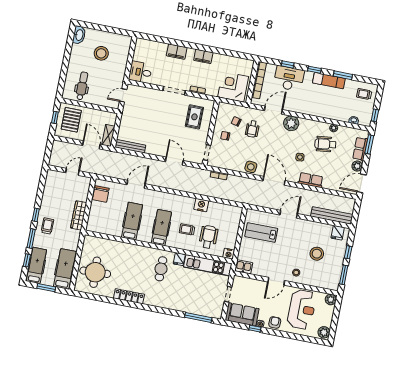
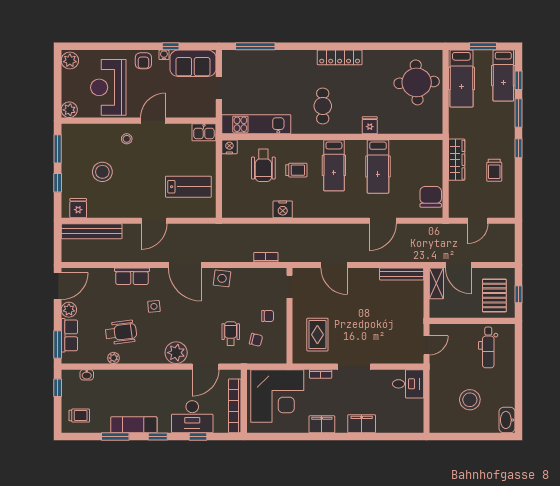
corner desk: (233, 87) -> (277, 396), width x1.36, depth x1.36
trolley: (47, 226) -> (494, 170), moved
fridge: (179, 259) -> (370, 125), moved
locker: (129, 296) -> (340, 57), moved

